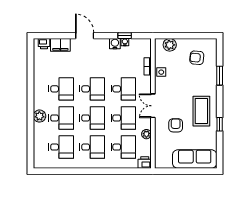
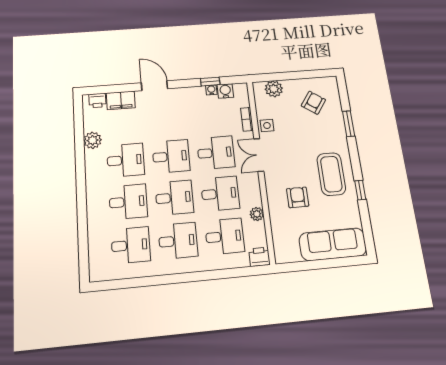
water cooler: (115, 44) -> (225, 91), moved
armchair: (197, 58) -> (313, 103), turned 120
double door: (153, 106) -> (259, 155), moved
plant: (39, 116) -> (93, 140), moved

